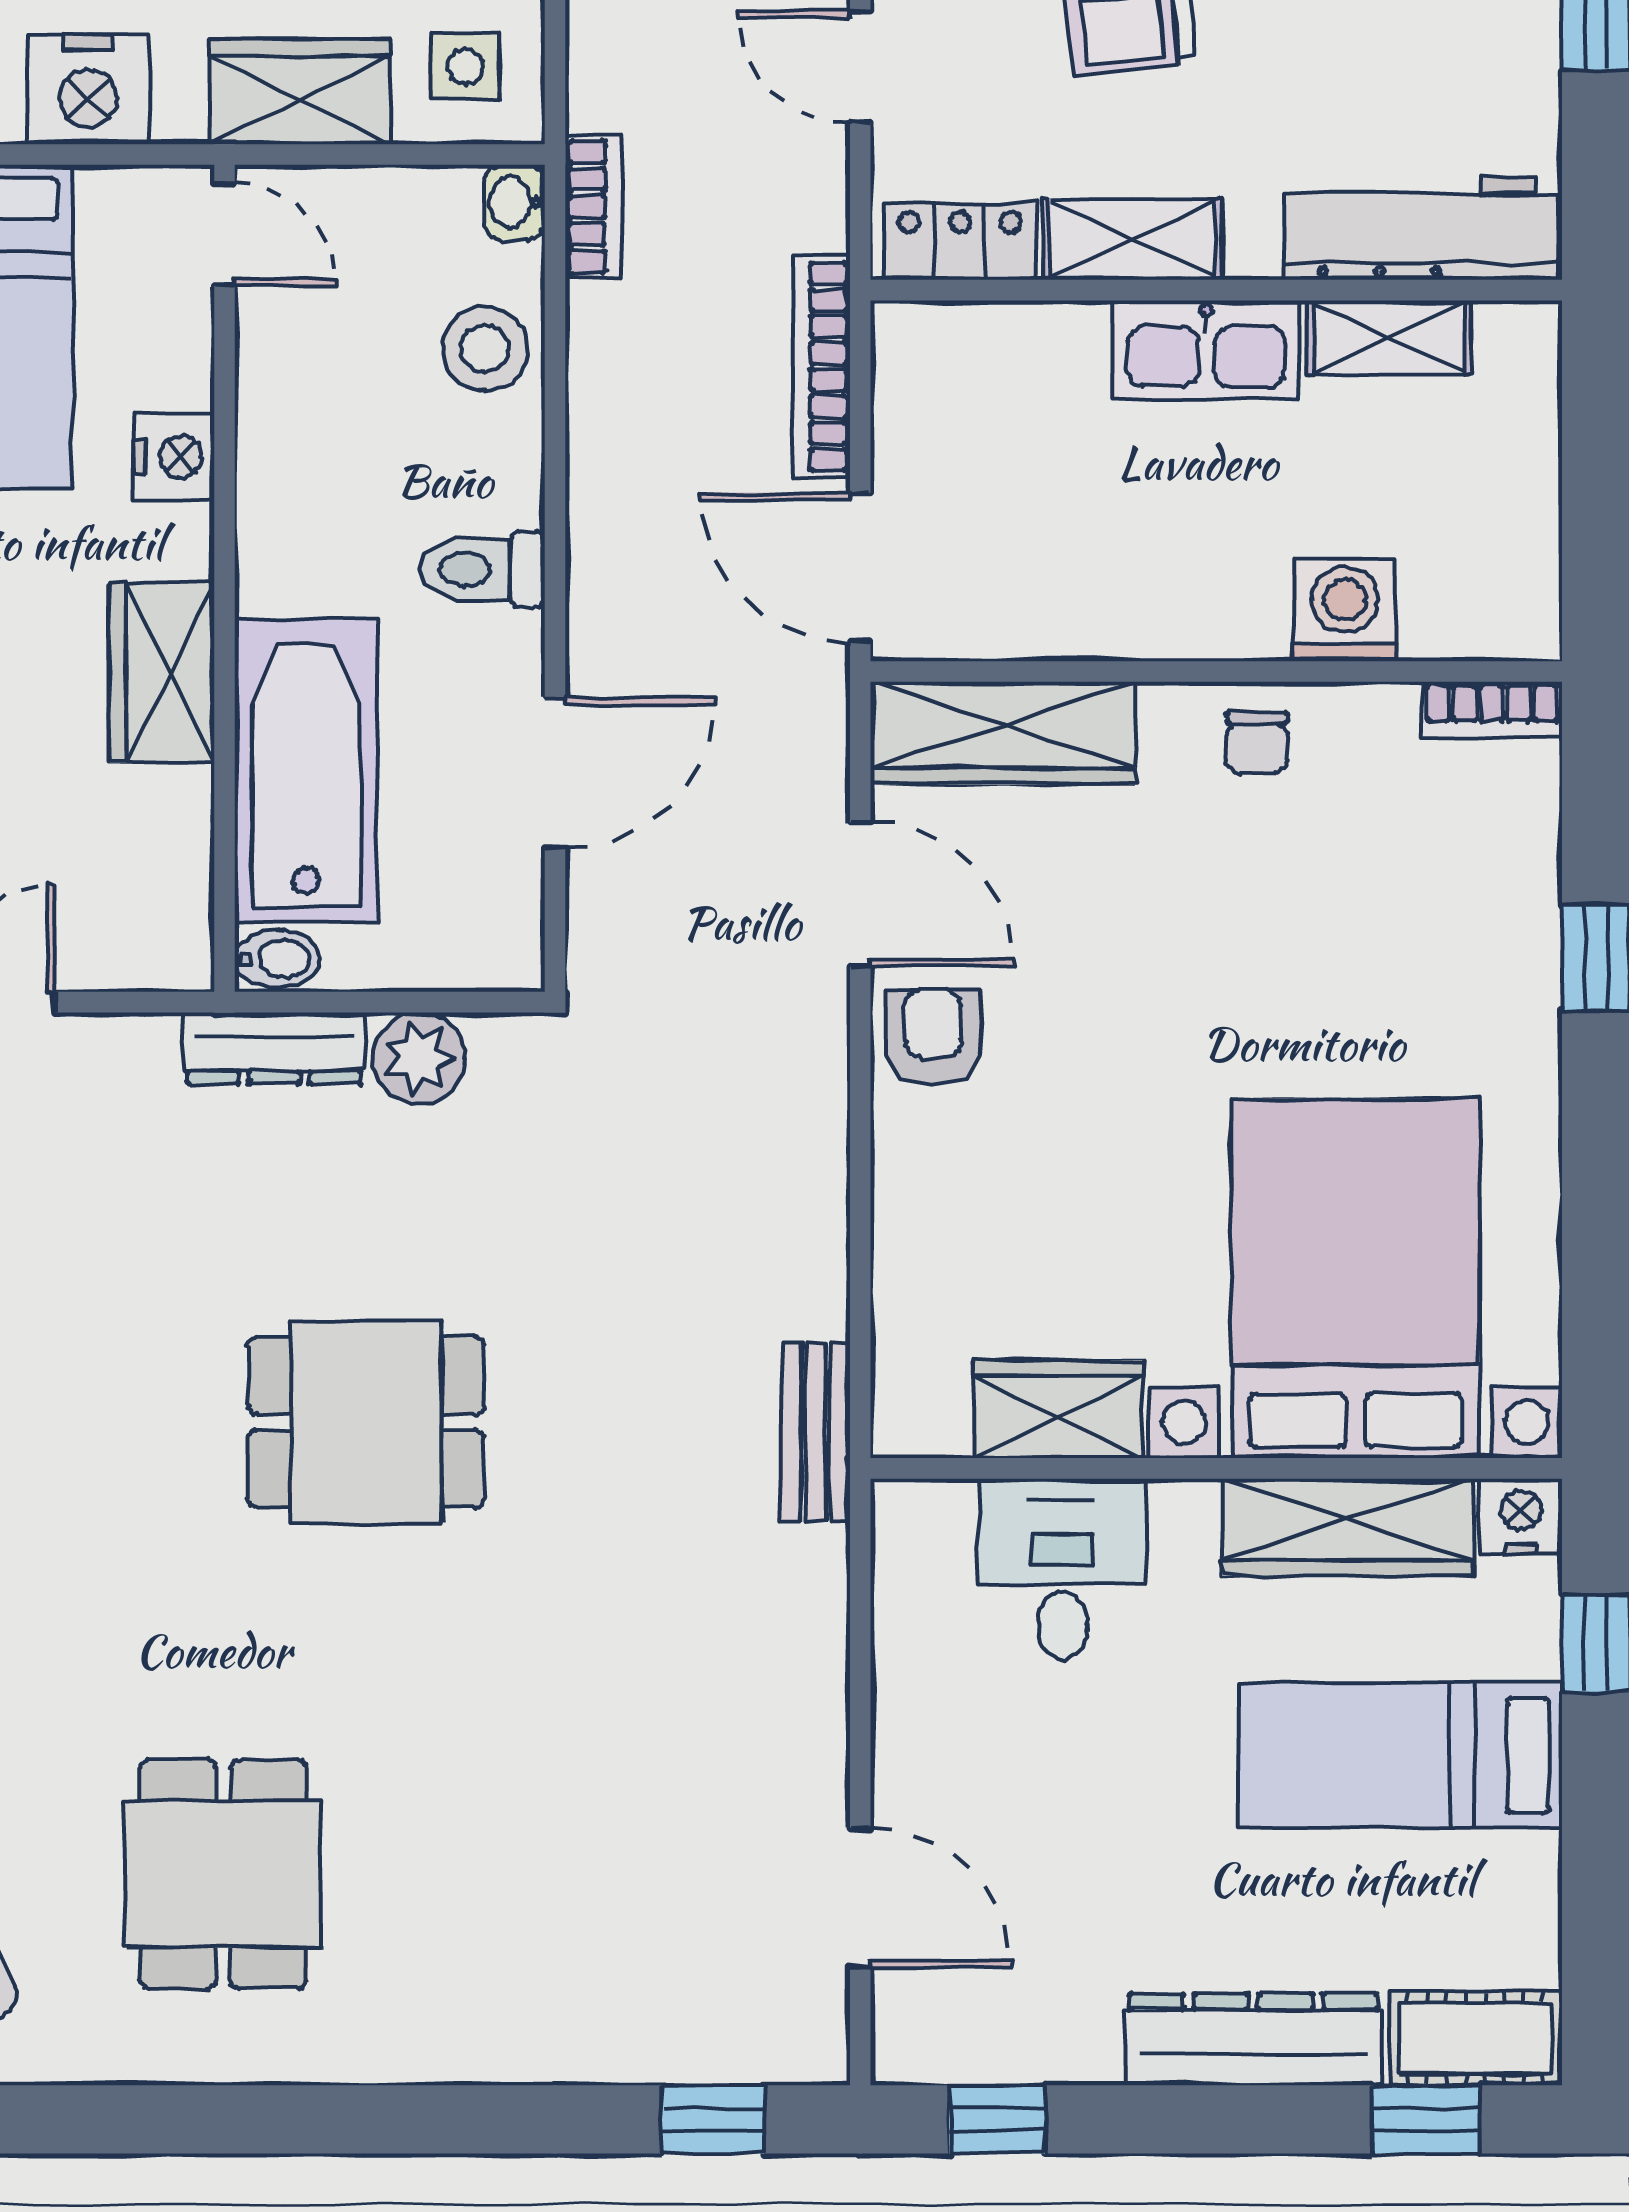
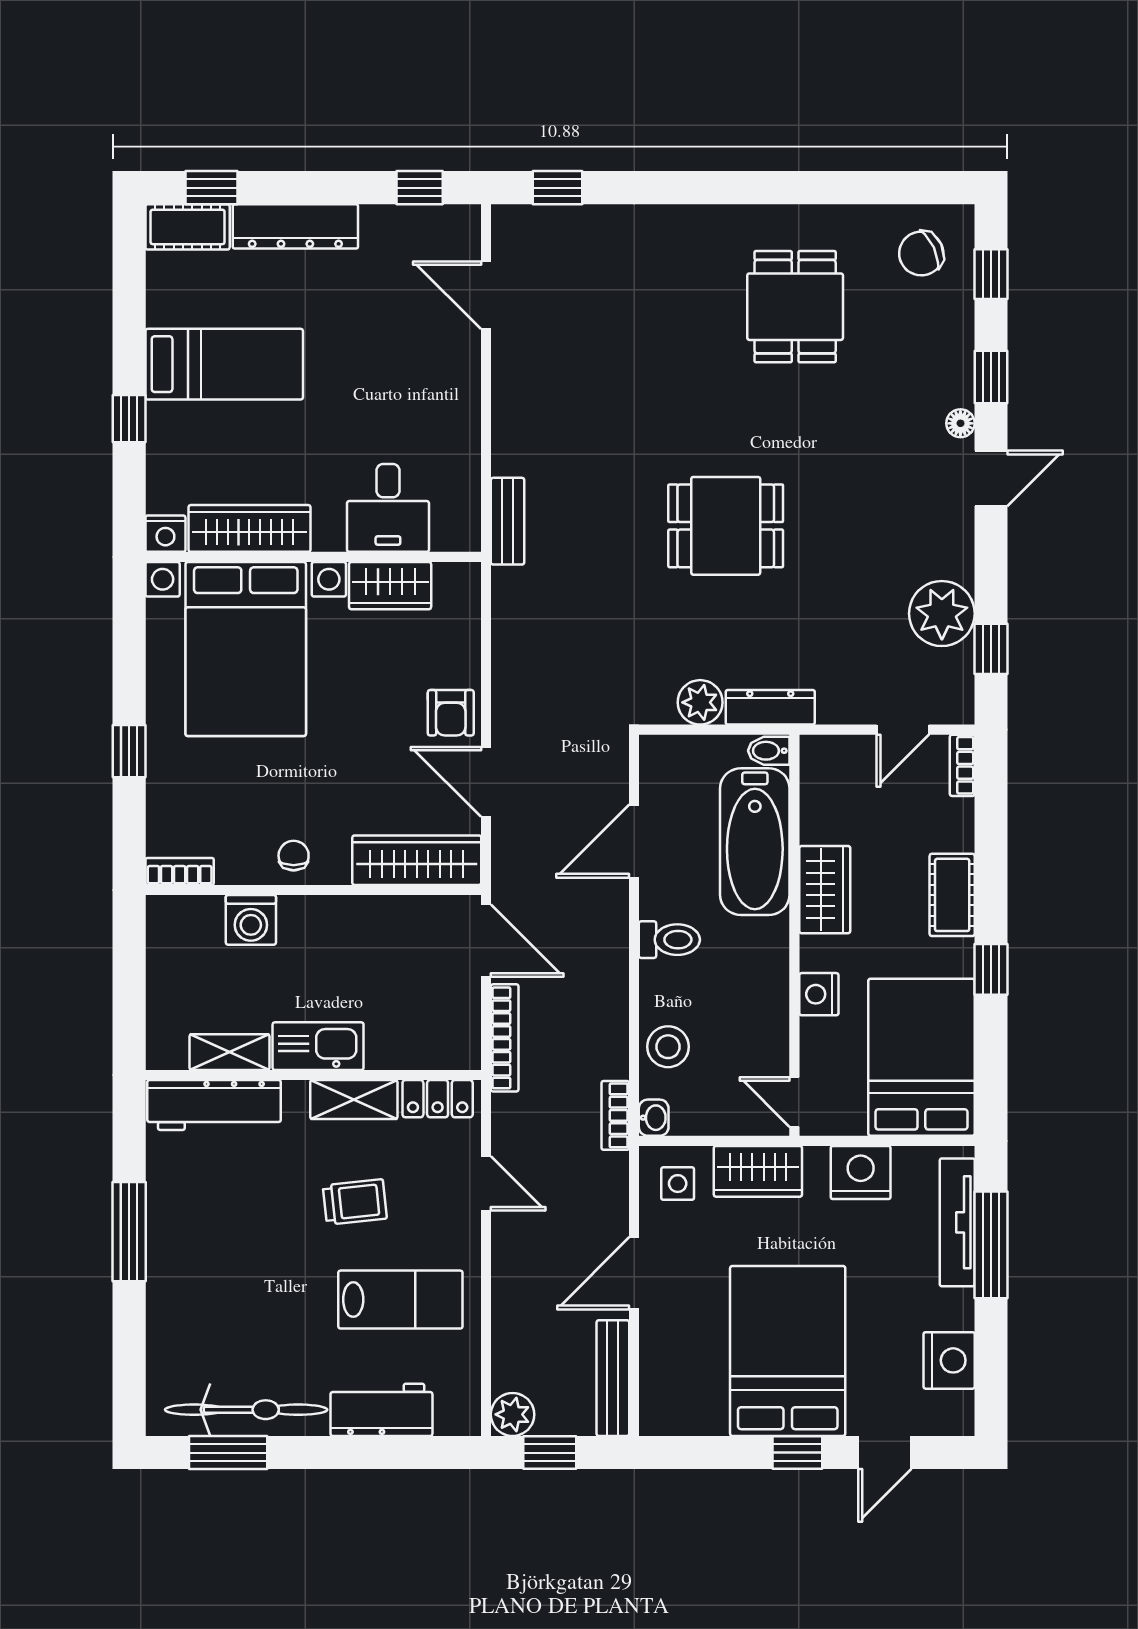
bed with nightstands: (1356, 1279) -> (246, 649), moved
wardrobe: (1058, 1409) -> (390, 586), moved
wall: (1216, 1468) -> (313, 557), moved
nightstand: (1521, 1516) -> (165, 534), moved
wardrobe: (1348, 1527) -> (249, 528), moved
desk: (1062, 1569) -> (388, 508), moved

